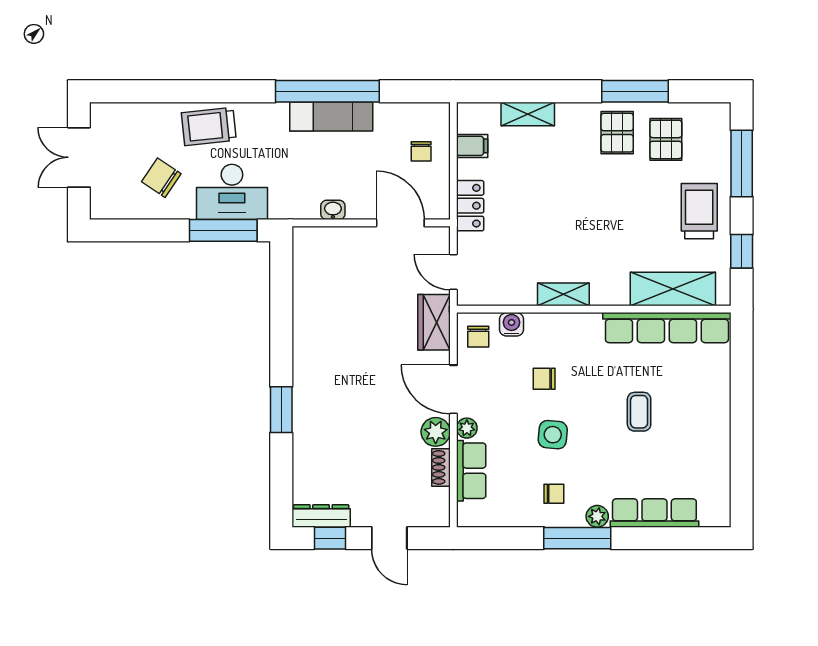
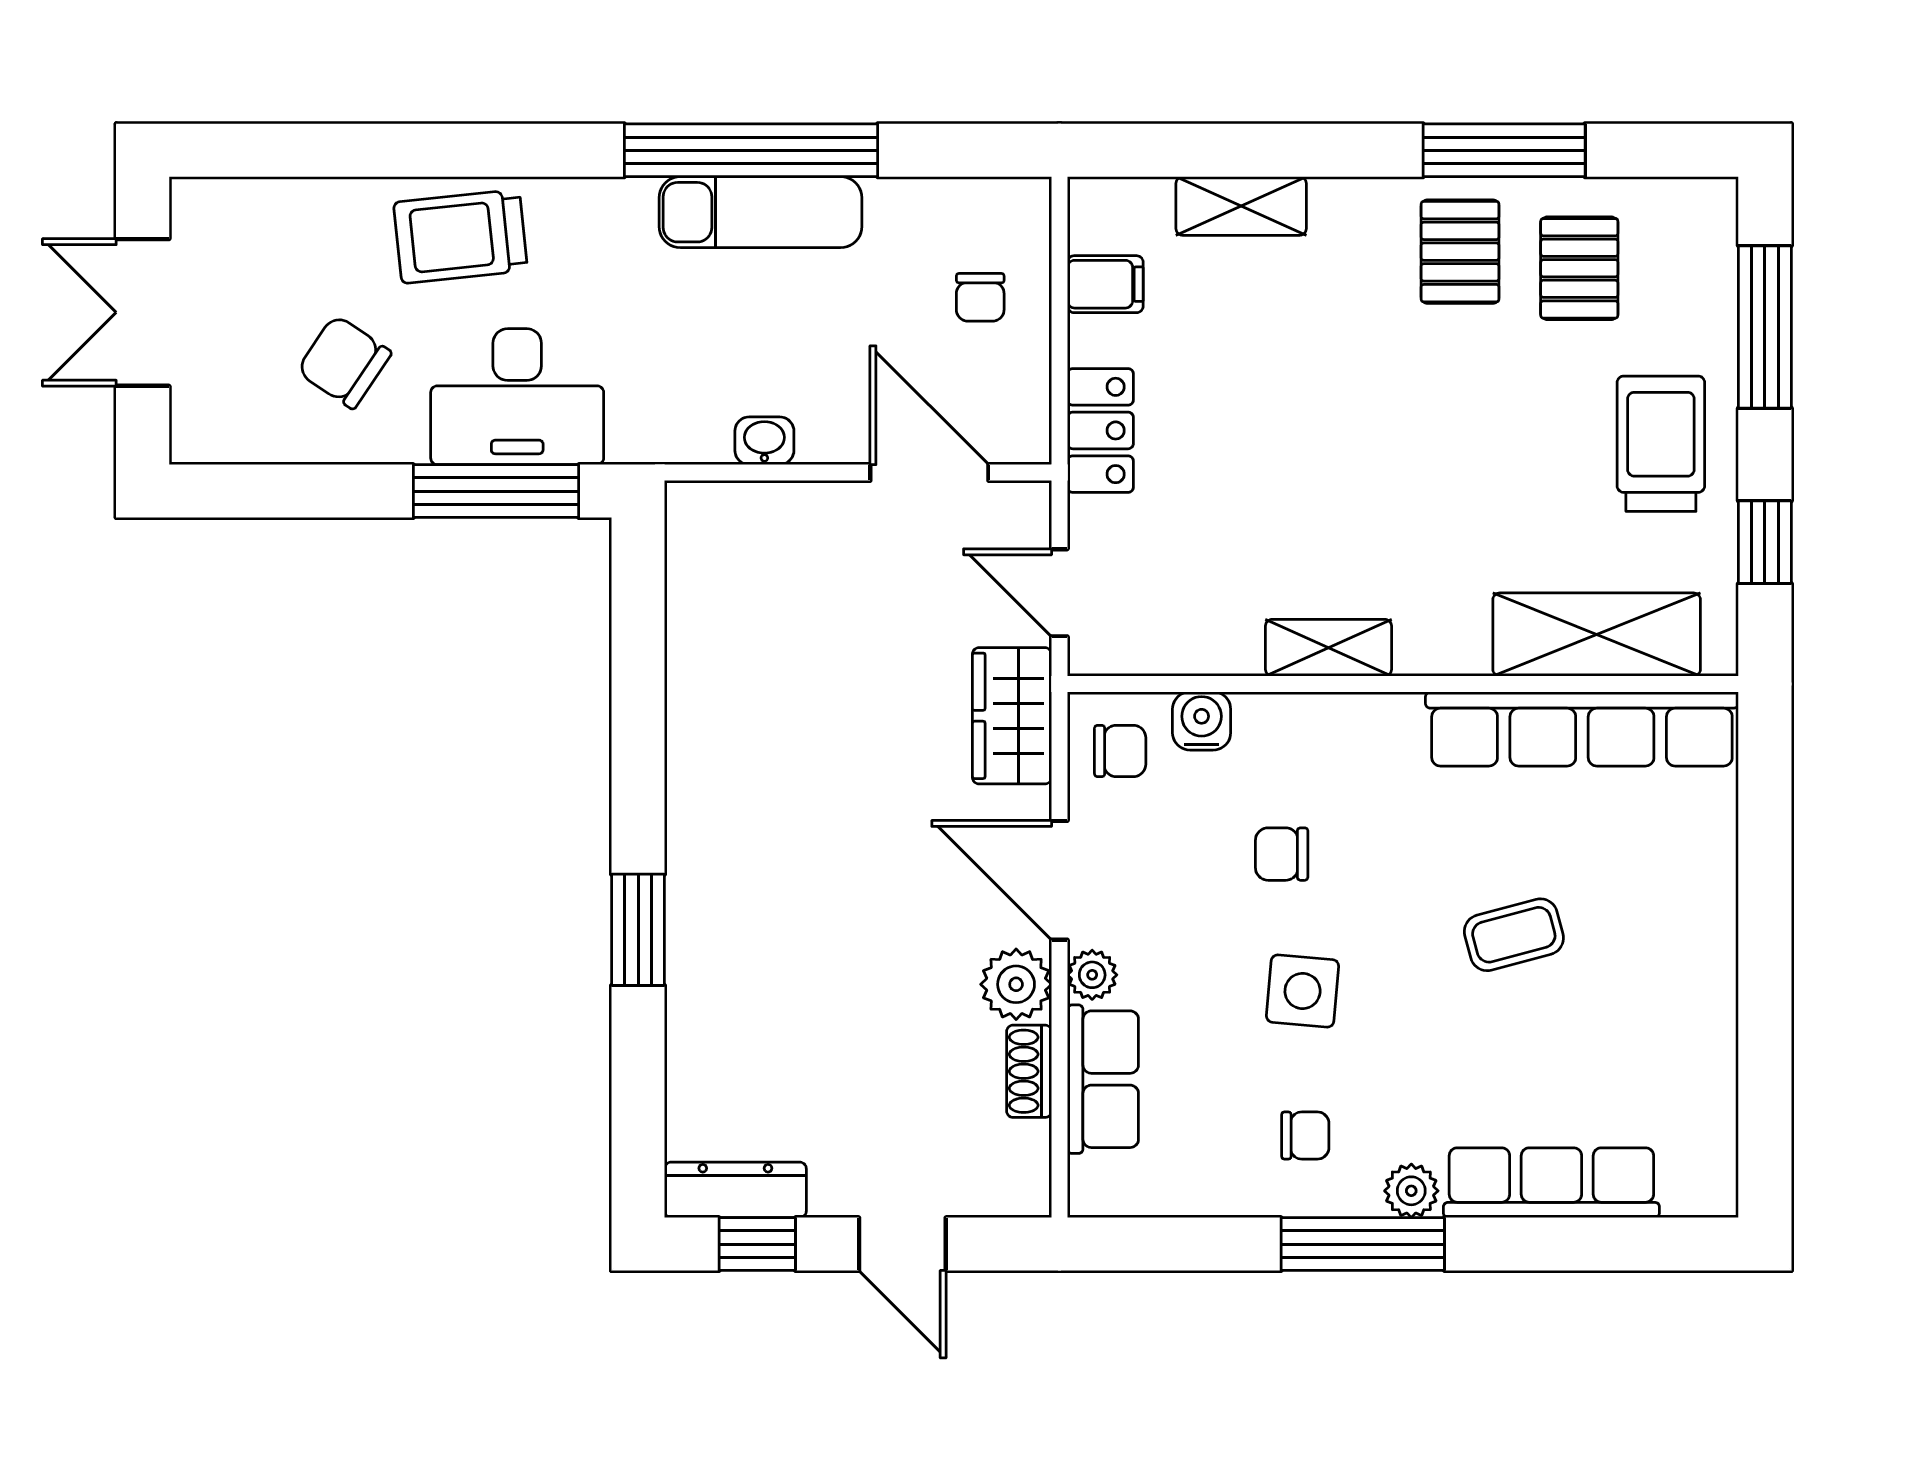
chair: (478, 337) -> (1120, 751), turned -90
coffee table: (639, 412) -> (1514, 935), turned 75

